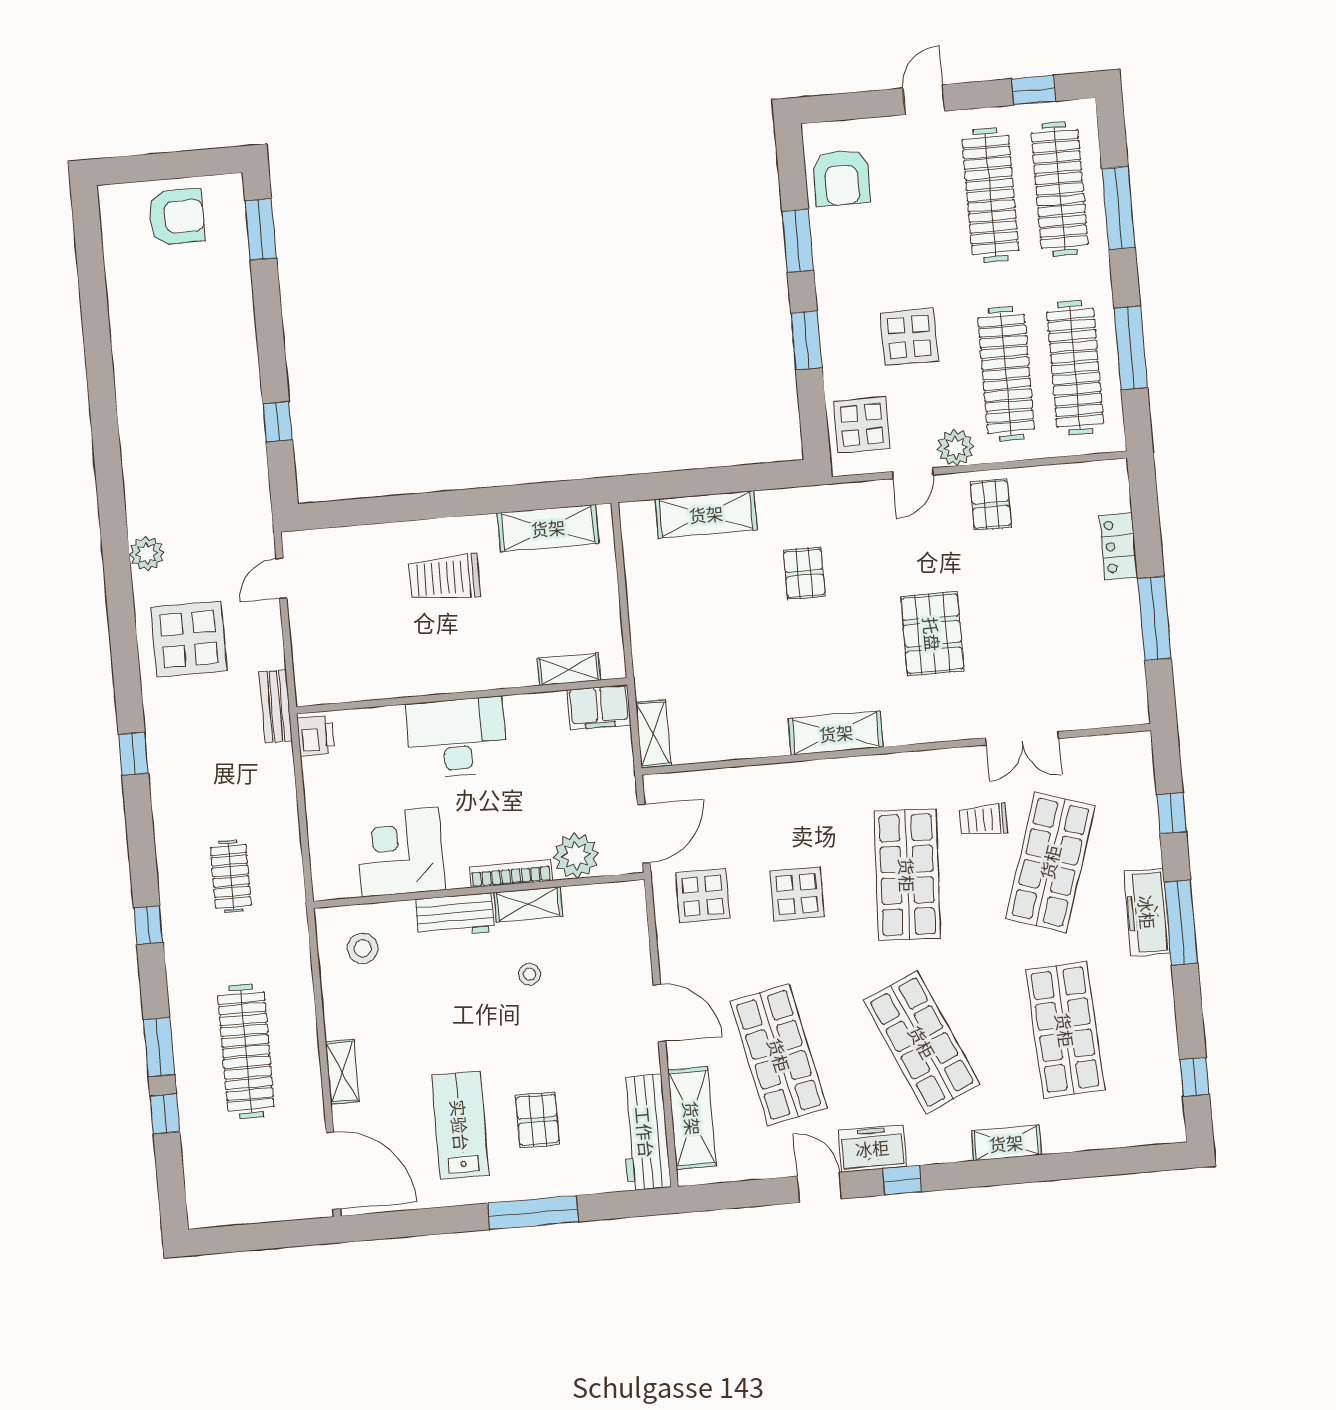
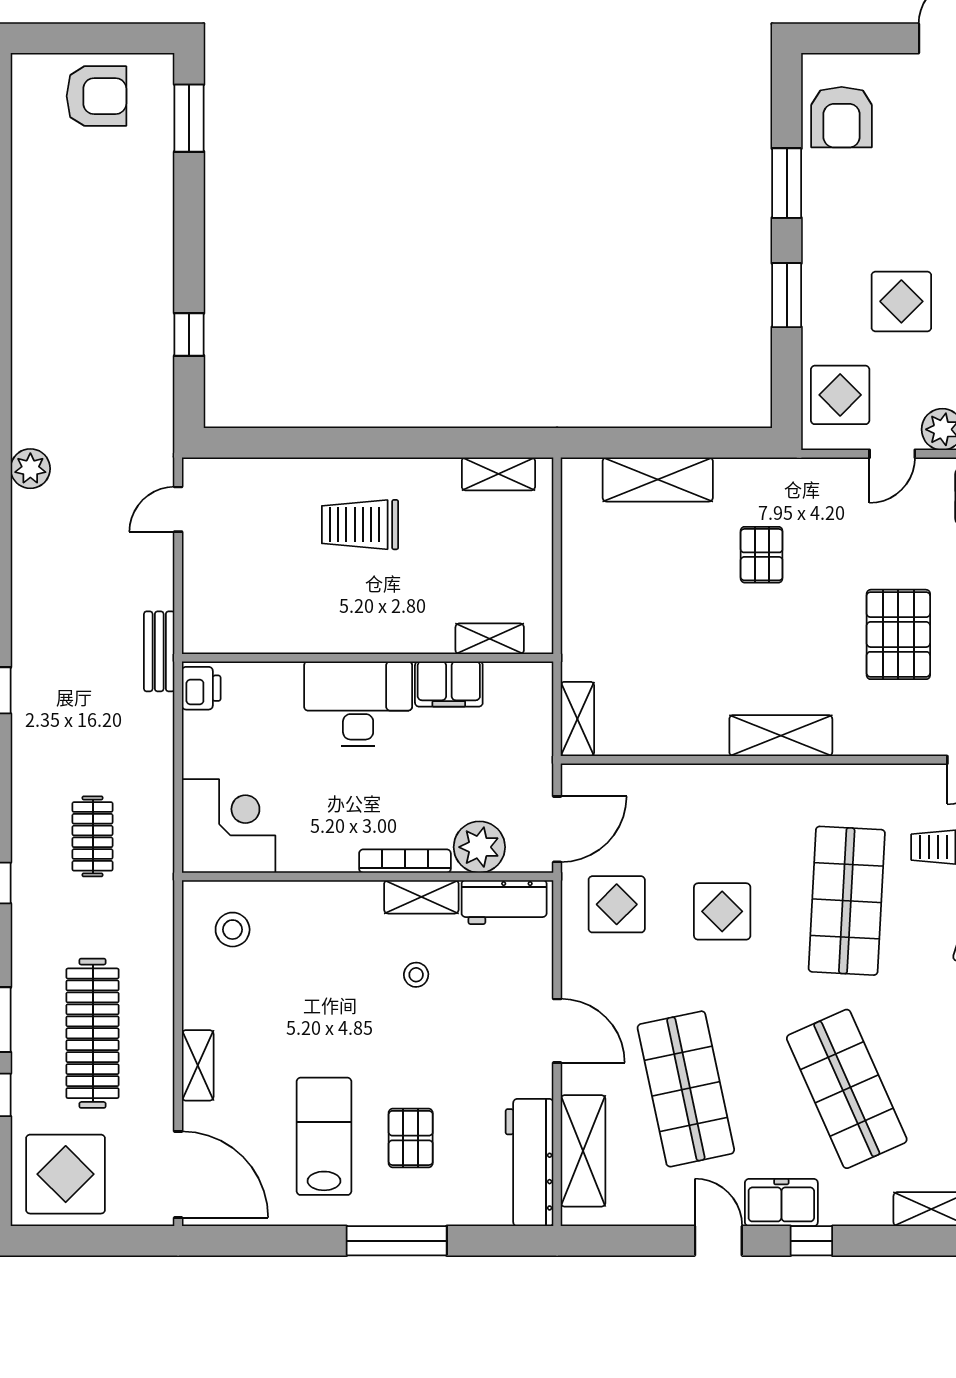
shelving: (548, 528) -> (498, 474), width x0.67, depth x0.75
display table: (189, 639) -> (66, 1174), moved
filing cabinet: (599, 707) -> (449, 684), moved
corner desk: (400, 852) -> (229, 826), moved, turned 90
workbench: (455, 915) -> (504, 902), moved

